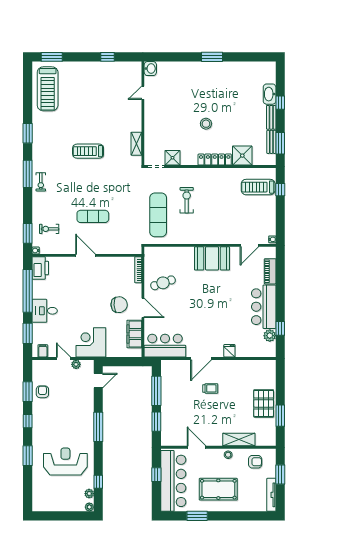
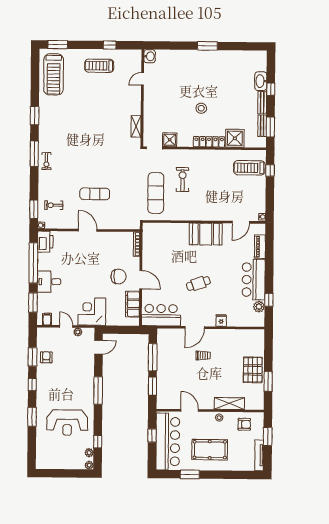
treadmill: (88, 151) -> (99, 66), moved
cafe table: (163, 283) -> (198, 284), moved
reception desk: (65, 462) -> (67, 423), turned 180

